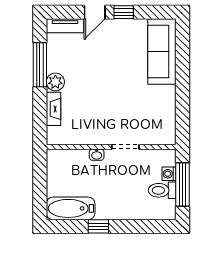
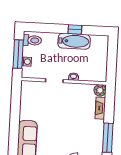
plant: (55, 82) -> (100, 90), moved
toilet: (162, 190) -> (32, 40), moved
bathtub: (71, 208) -> (74, 41), moved

